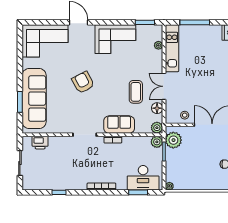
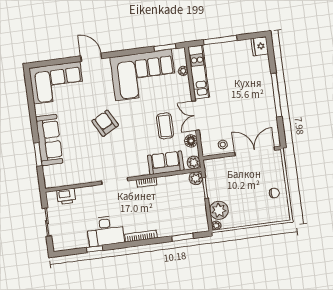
corner sofa: (115, 39) -> (143, 75), width x1.36, depth x1.36
sofa: (34, 99) -> (49, 140), width x0.74, depth x0.79
sofa: (119, 125) -> (166, 163), moved
plant: (173, 140) -> (219, 210), moved
desk: (143, 178) -> (105, 231), moved

